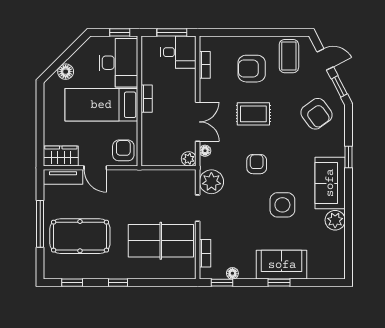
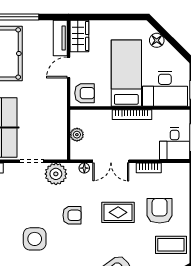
bookcase: (205, 65) -> (149, 168), moved
bookcase: (147, 99) -> (132, 115), width x1.56
rug: (253, 114) -> (118, 212), turned 90
plant: (189, 159) -> (77, 135), moved

